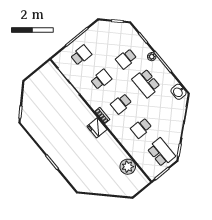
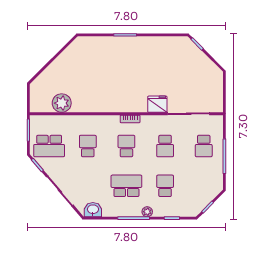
fridge: (97, 128) -> (157, 104), moved

